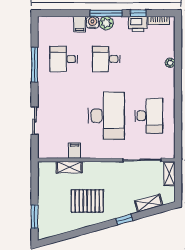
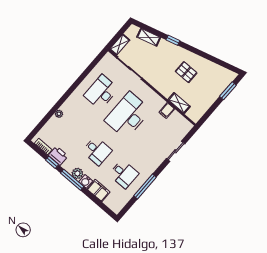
filing cabinet: (80, 24) -> (98, 191), width x2.00
pallet: (87, 201) -> (186, 72), width x0.67, depth x0.71

